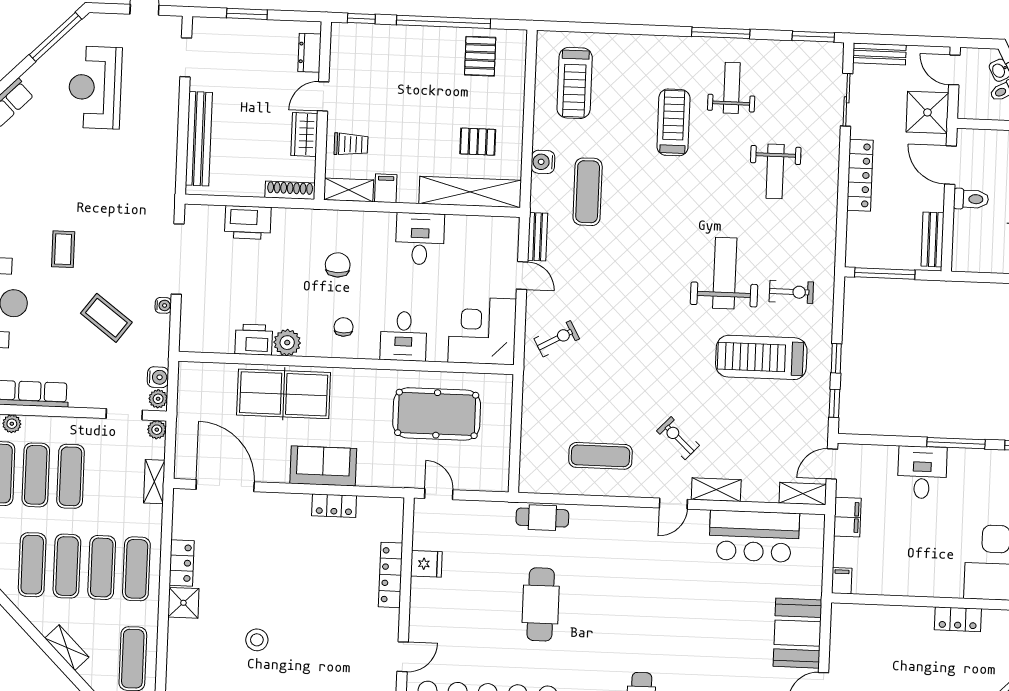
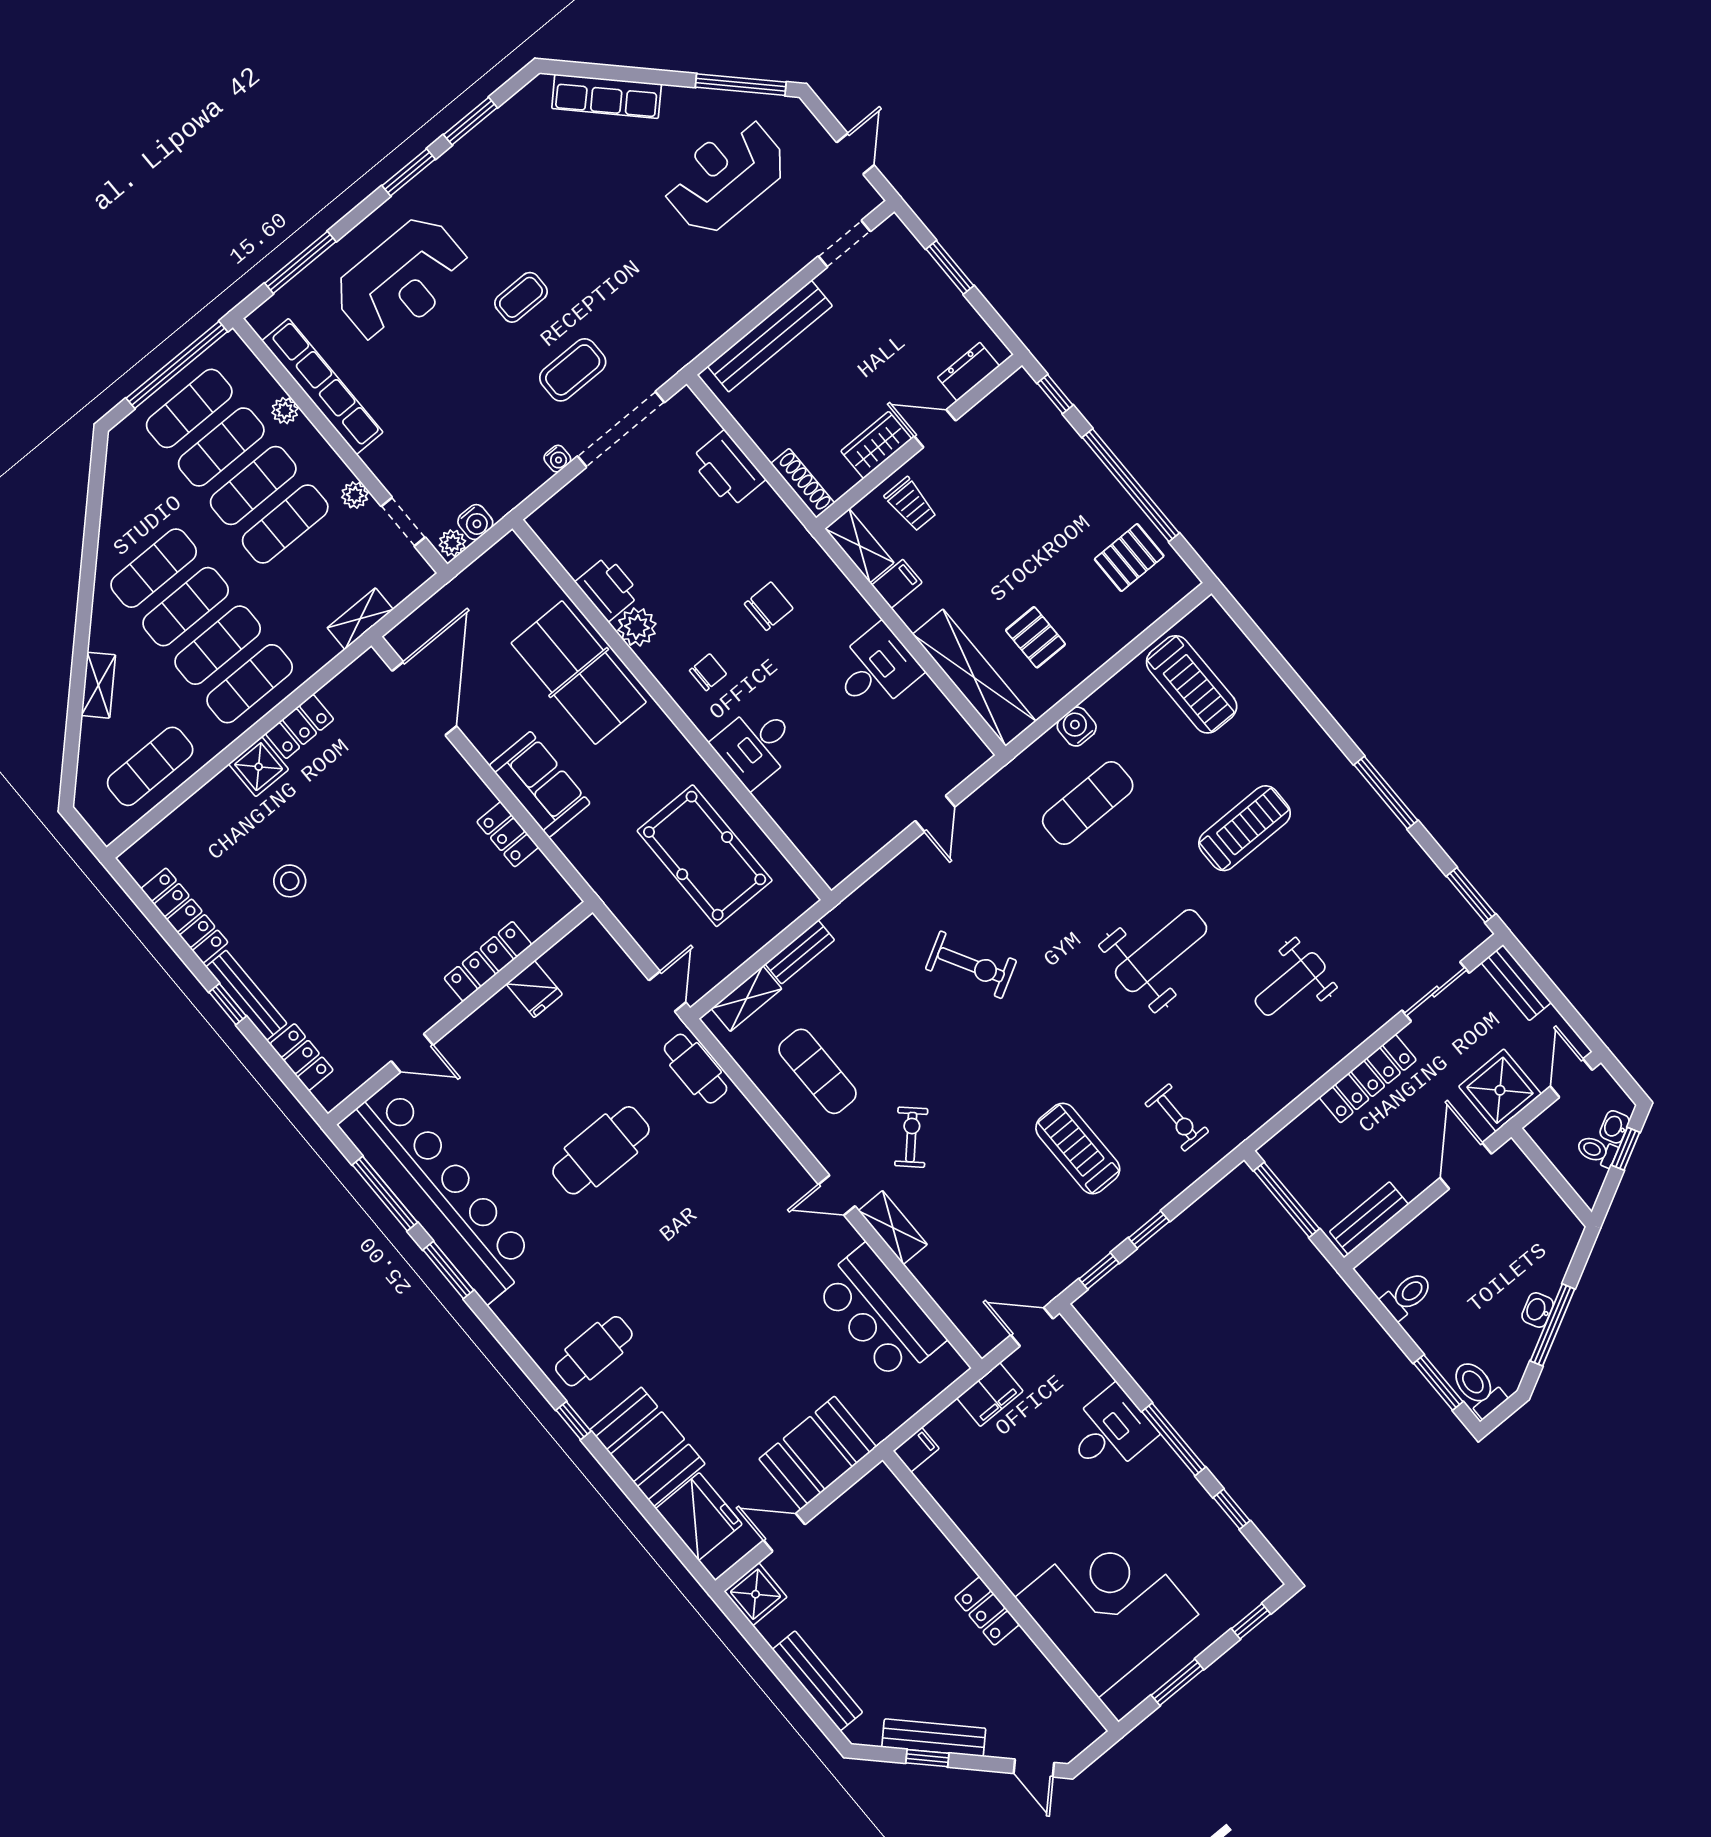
treadmill: (575, 83) -> (1192, 684), turned -90
weight bench: (732, 88) -> (1338, 857), removed
toilet: (971, 199) -> (1407, 1295), moved, turned -90
bench: (538, 237) -> (800, 952), moved
weight bench: (725, 273) -> (1161, 951), moved
coffee table: (106, 318) -> (573, 370), moved, turned 53
corner desk: (482, 331) -> (837, 824), removed
exercise bike: (557, 339) -> (971, 965), moved, width x1.38, depth x1.39
treadmill: (761, 357) -> (1078, 1149), width x0.73, depth x0.73
plant: (157, 430) -> (355, 495), moved
door: (439, 494) -> (667, 991), moved
shelving: (803, 494) -> (747, 999), moved, turned 90

